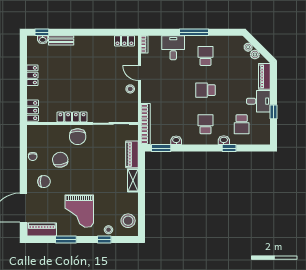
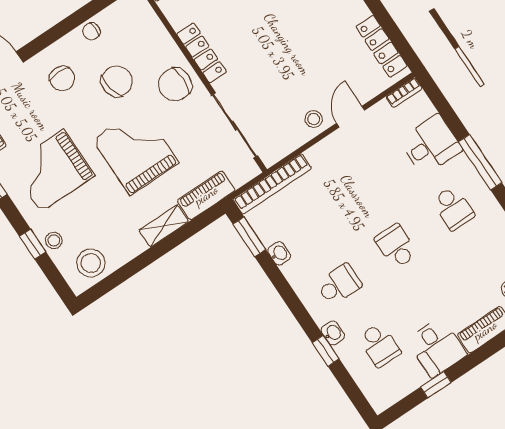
locker: (124, 41) -> (381, 46), width x1.53
school desk: (205, 56) -> (453, 208), turned 90
school desk: (242, 124) -> (379, 345), turned -90
grand piano: (94, 171) -> (136, 151), added

